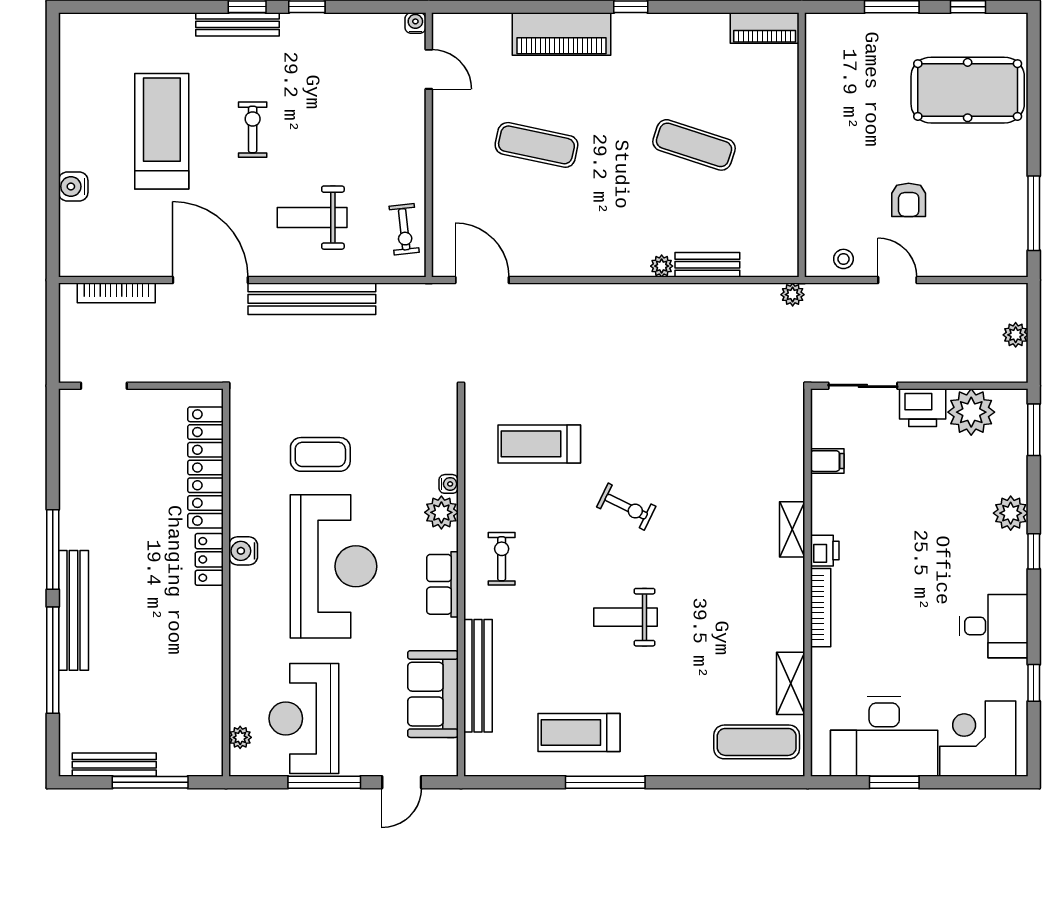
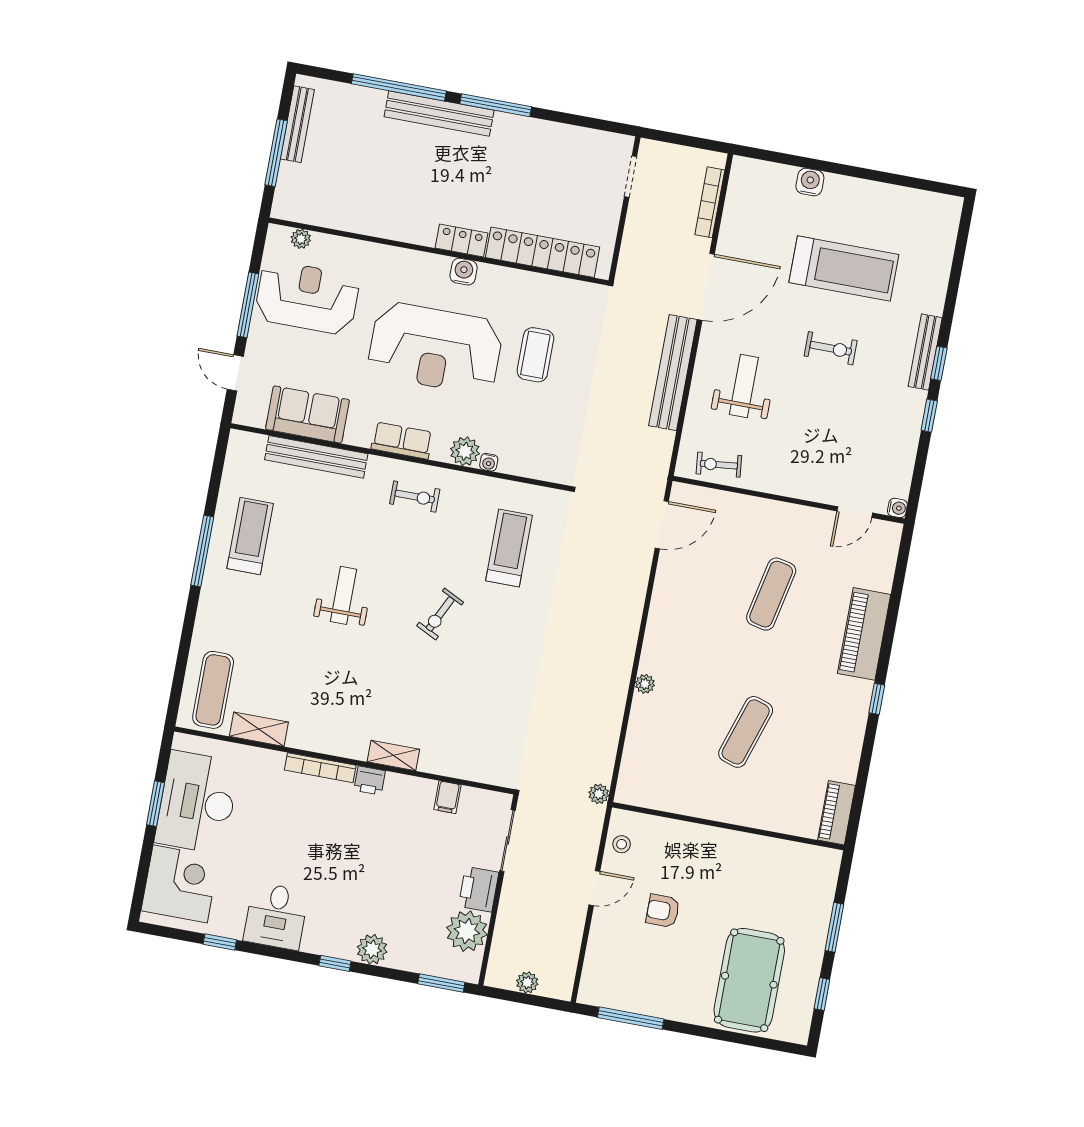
bench: (707, 265) -> (639, 724), removed

